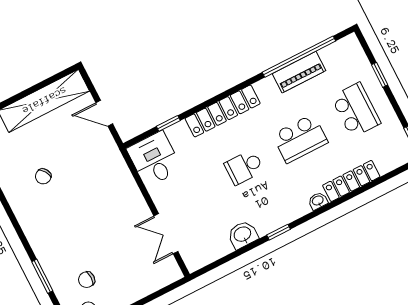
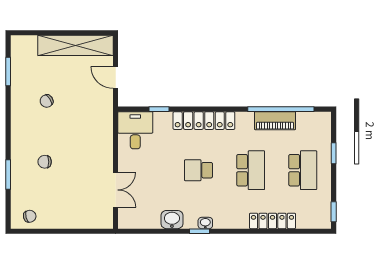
school desk: (300, 139) -> (251, 170), turned -90
washbasin: (318, 201) -> (205, 223), moved
double door: (166, 234) -> (116, 190), swing flipped
chair: (87, 280) -> (45, 162), moved

